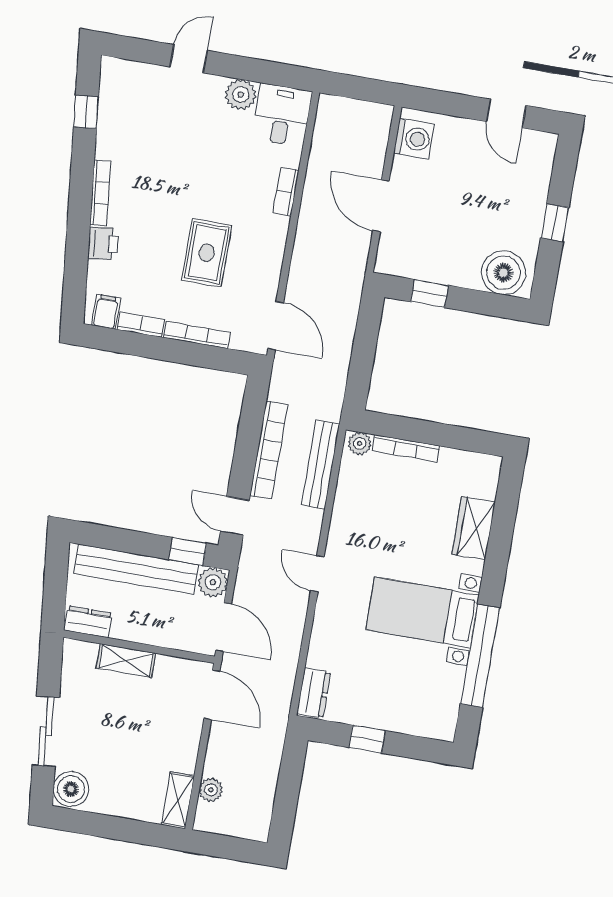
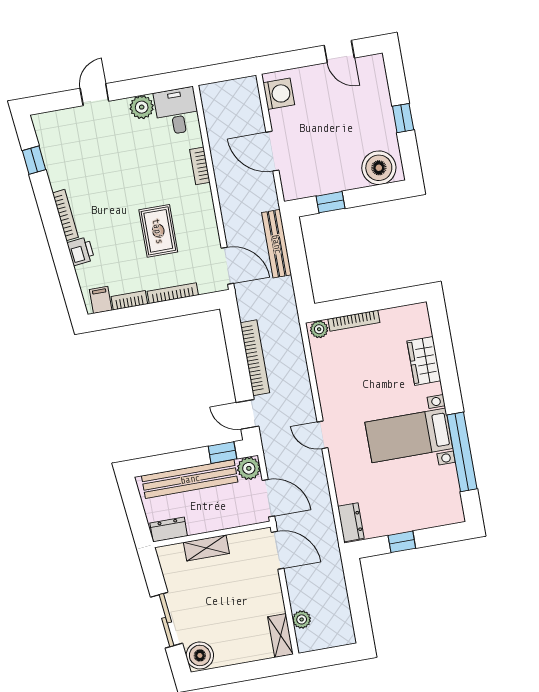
bench: (320, 465) -> (277, 244), moved

